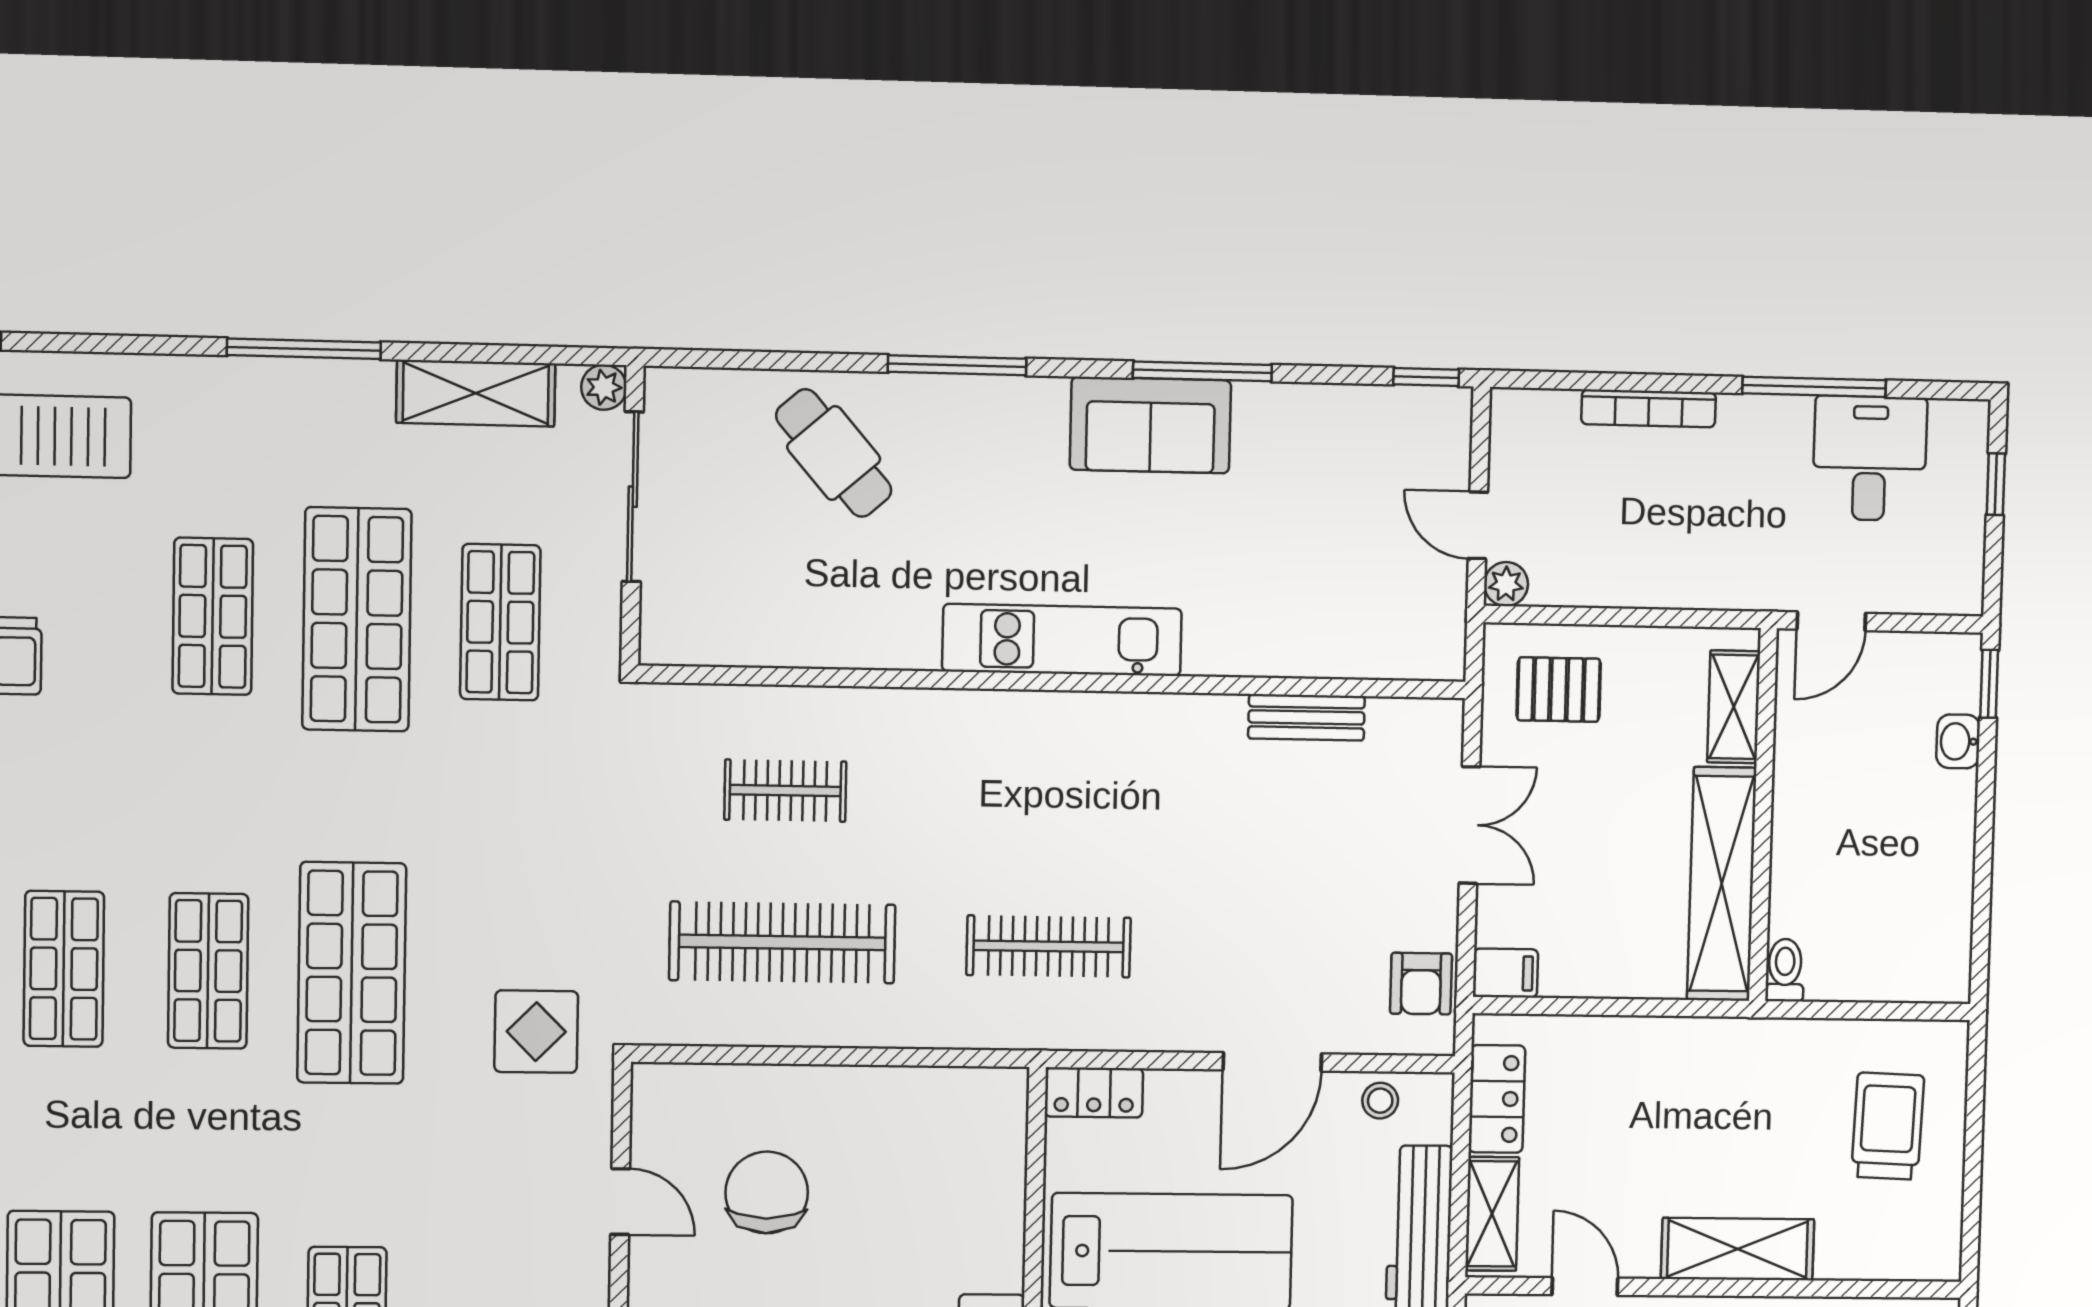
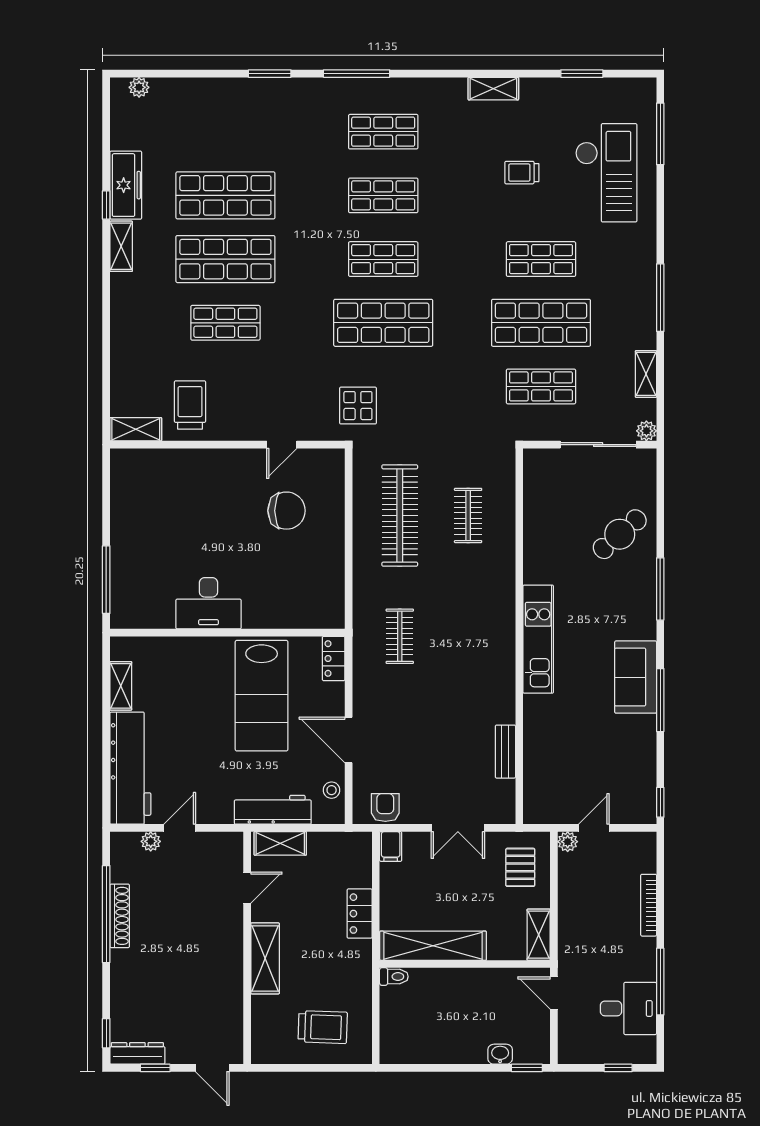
shelving: (476, 393) -> (646, 374), width x0.67, depth x0.75
shelving: (1734, 707) -> (539, 935), moved, turned 90
clothes rail: (1049, 946) -> (400, 636), width x0.73
armchair: (1421, 984) -> (385, 808), turned 90
locker: (1497, 1099) -> (360, 914), moved, turned 90

